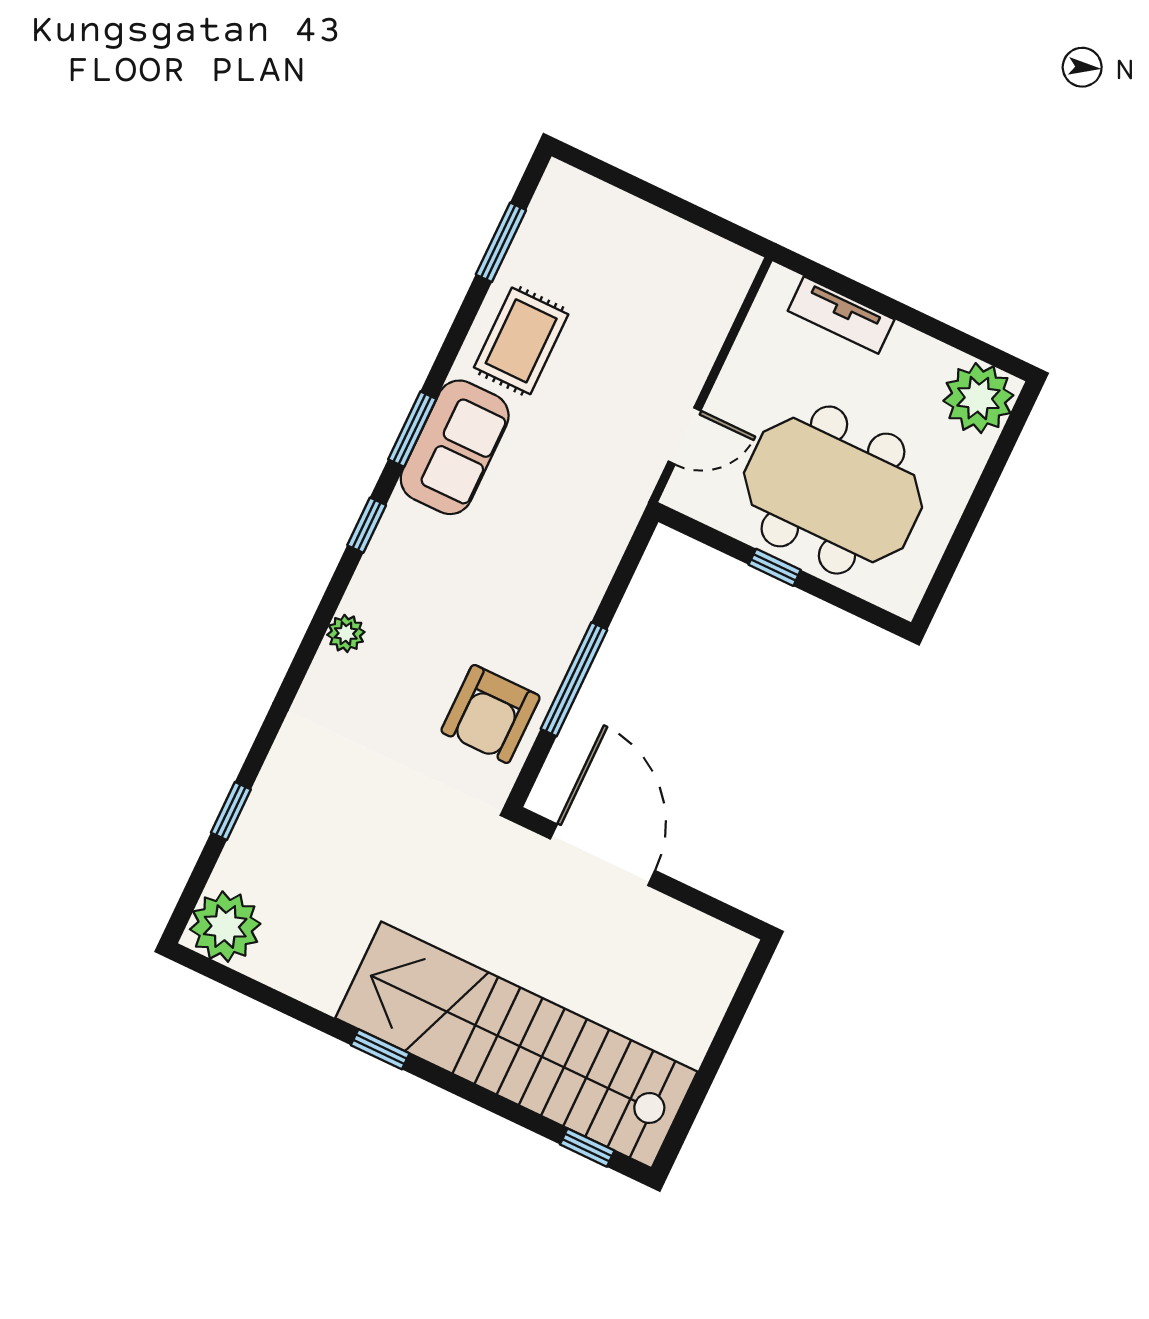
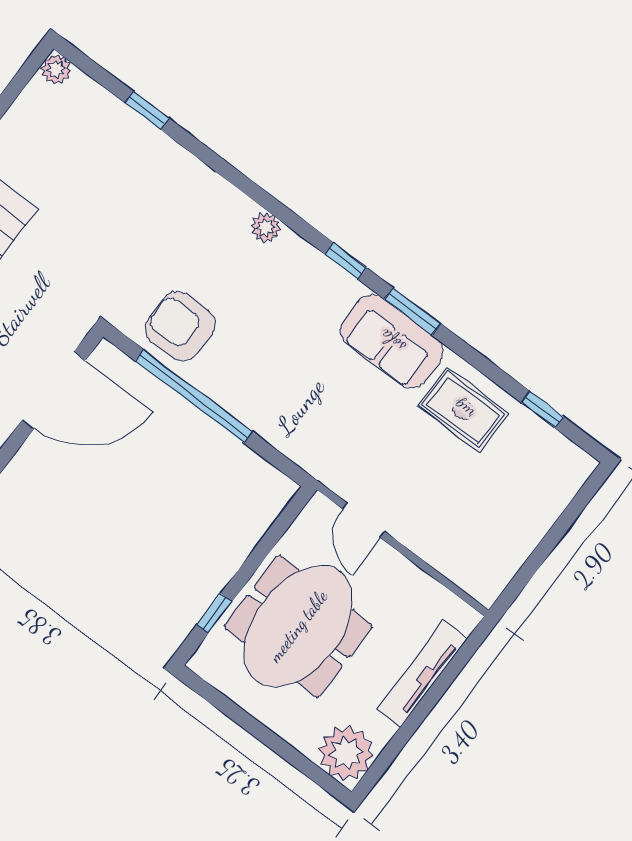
window: (501, 242) -> (542, 410), width x0.67
tv unit: (841, 315) -> (422, 673), width x1.41
window: (775, 567) -> (215, 613), moved
window: (574, 679) -> (194, 396), width x1.46
plant: (225, 927) -> (56, 69), width x0.53, depth x0.53

